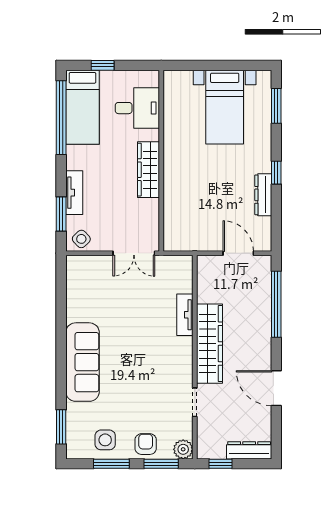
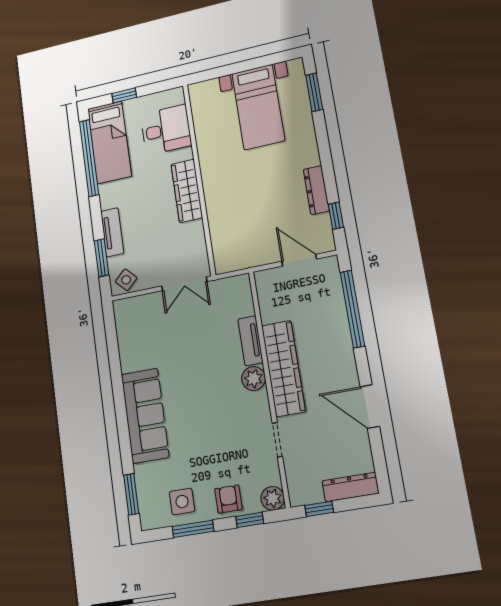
window: (276, 173) -> (336, 216), moved
plant: (183, 347) -> (254, 379), added
window: (161, 464) -> (250, 520), width x0.67

